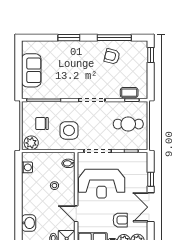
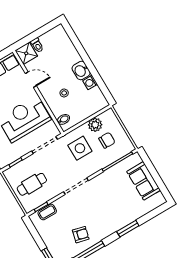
plant: (31, 143) -> (95, 125), moved
washing machine: (27, 167) -> (90, 82), moved
washbasin: (29, 223) -> (81, 71), moved

